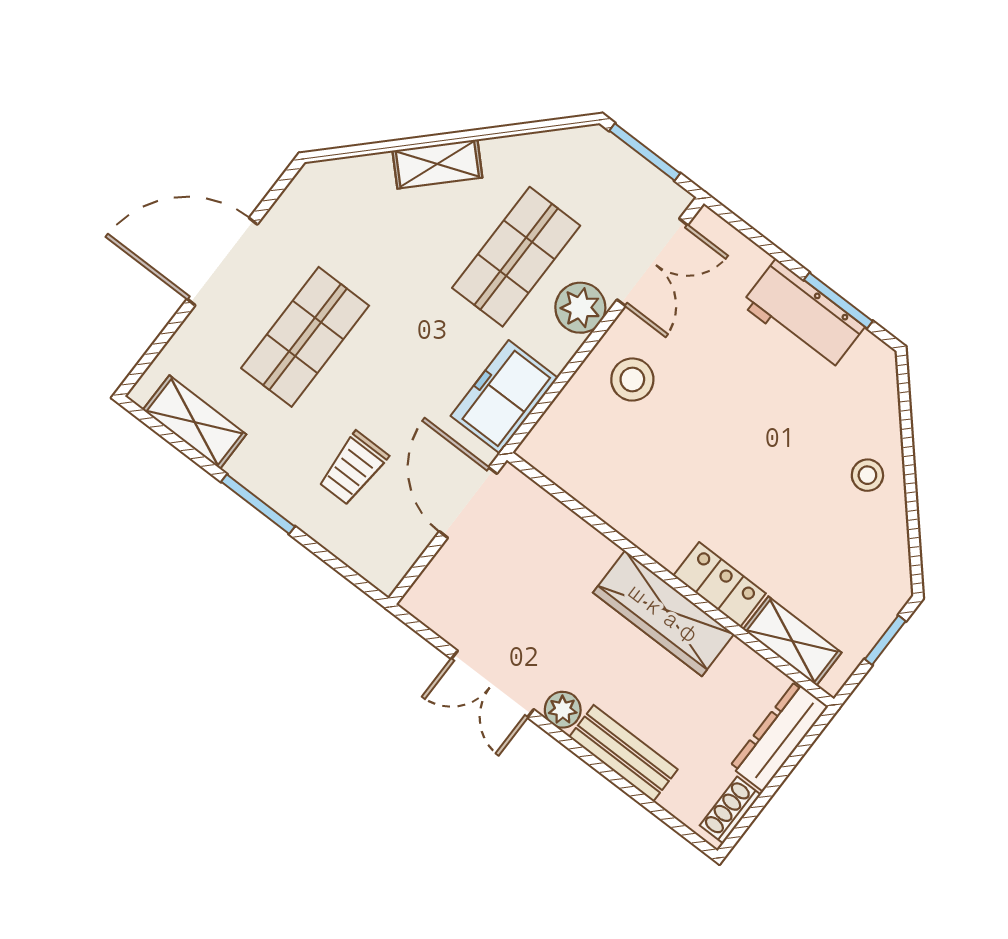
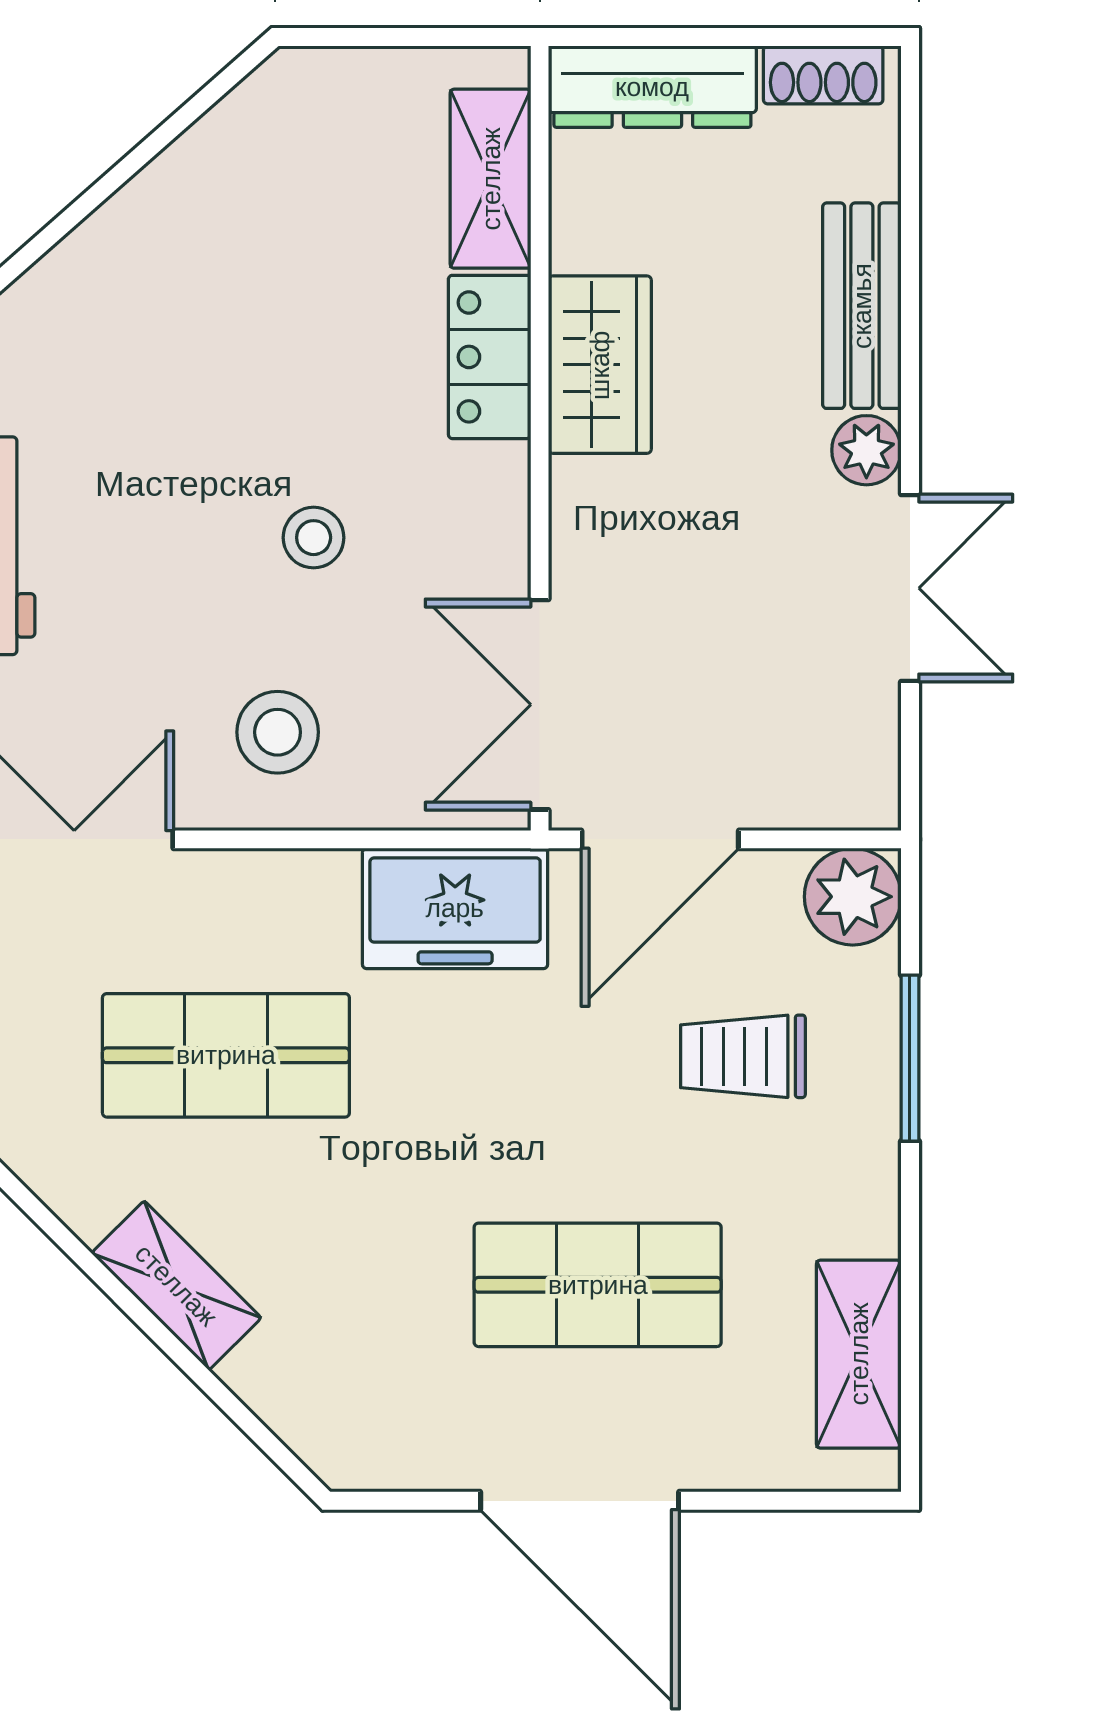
plant: (580, 308) -> (853, 897), moved
trolley: (353, 468) -> (743, 1056), turned 180
stool: (867, 475) -> (314, 538), moved
double door: (561, 496) -> (540, 705), added
window: (258, 504) -> (910, 1058), moved
wardrobe: (663, 613) -> (600, 365), width x0.67
window: (885, 640) -> (380, 37), removed

